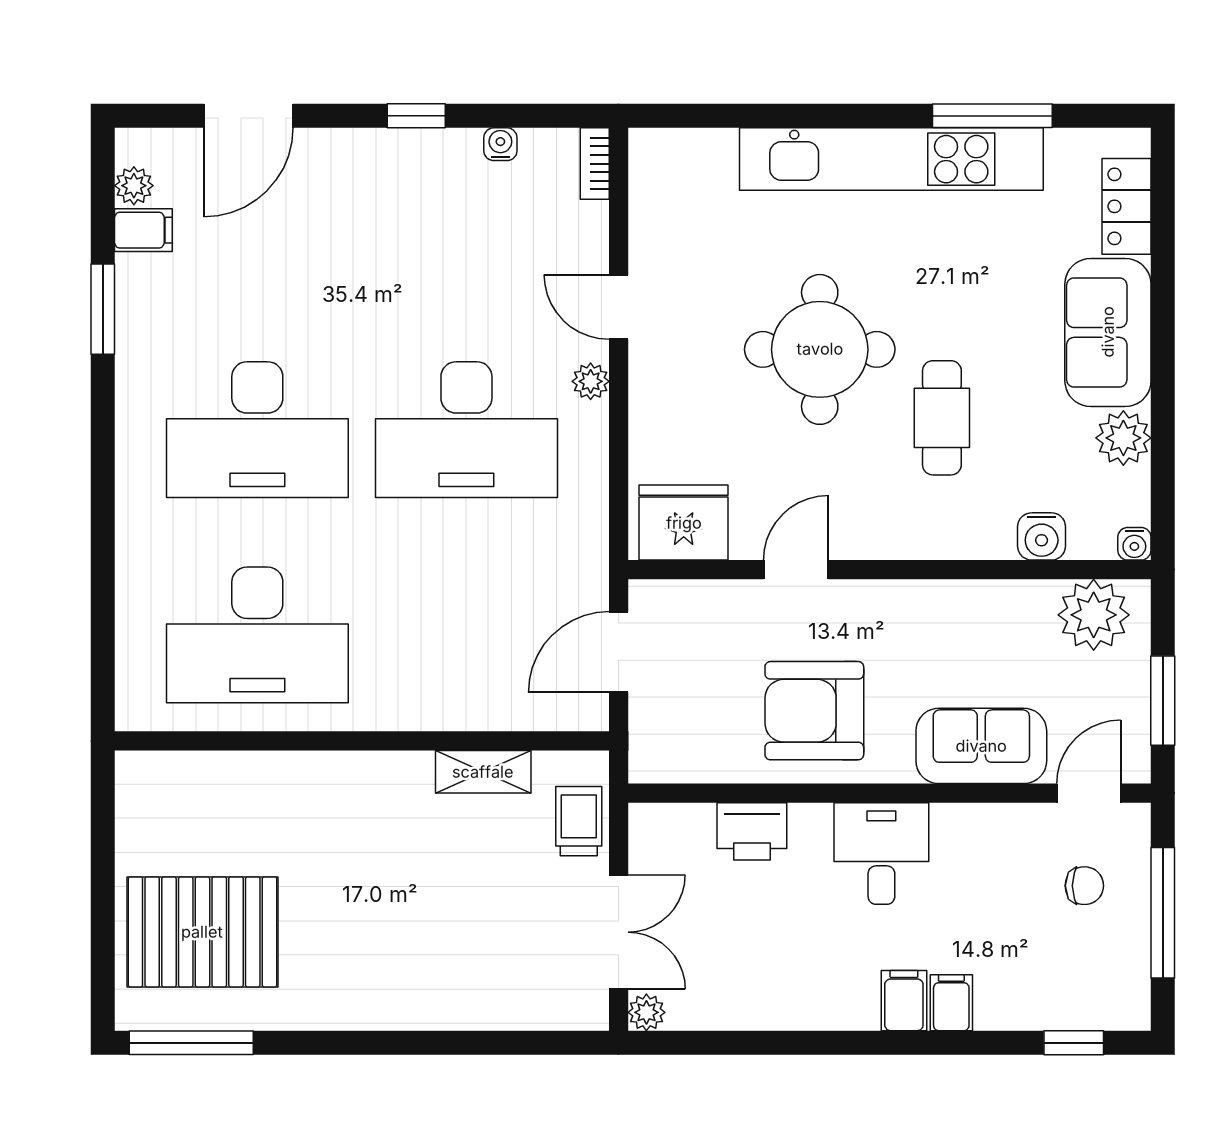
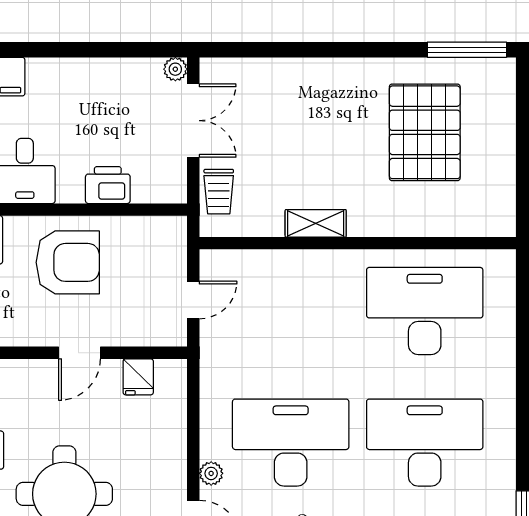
fridge: (684, 523) -> (138, 377), width x0.53, depth x0.75
door: (619, 652) -> (193, 300), width x0.73
shelving: (483, 772) -> (316, 223), moved
pallet: (202, 932) -> (425, 132), moved, turned 90
double door: (619, 932) -> (193, 121), swing flipped

